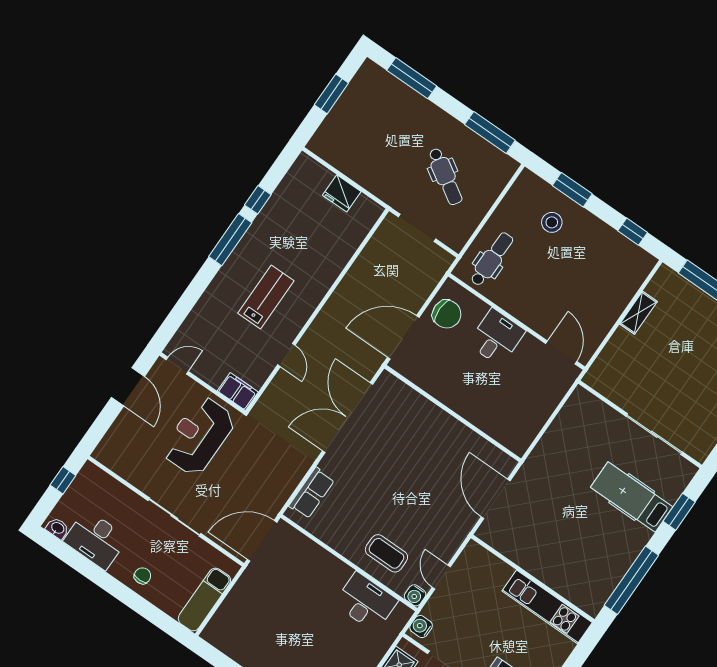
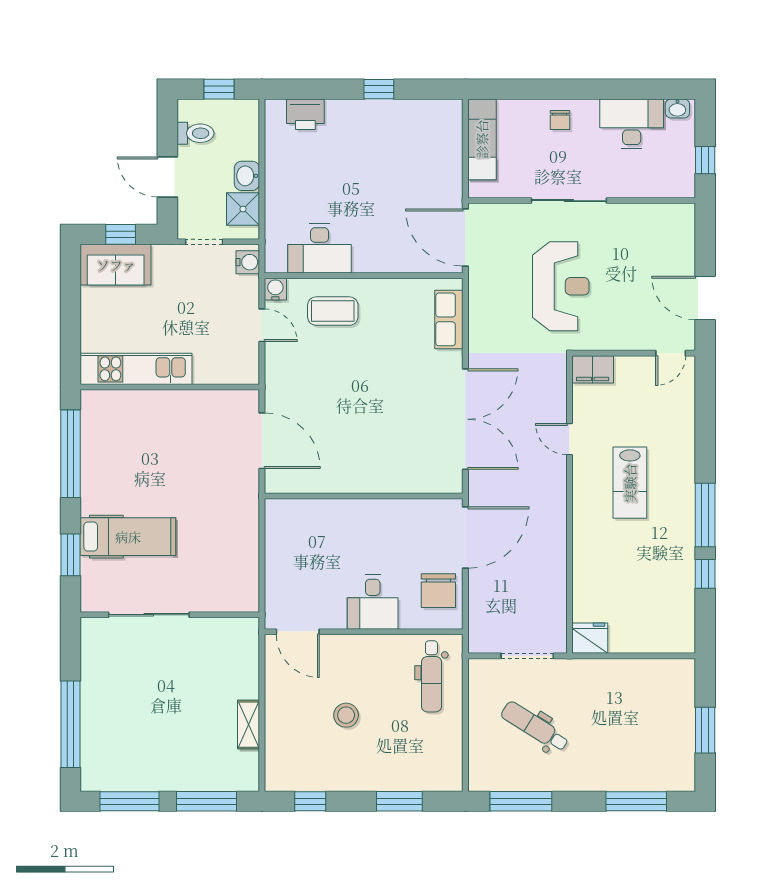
fridge: (342, 193) -> (590, 638), moved
stool: (552, 222) -> (346, 715), moved
chair: (447, 314) -> (438, 591), turned -90
reception desk: (199, 436) -> (561, 286), moved
door: (262, 541) -> (465, 237), swing flipped

